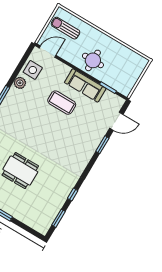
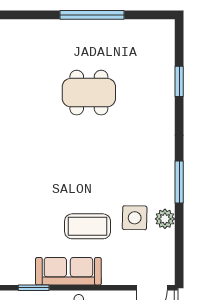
side table: (33, 70) -> (135, 218), moved

